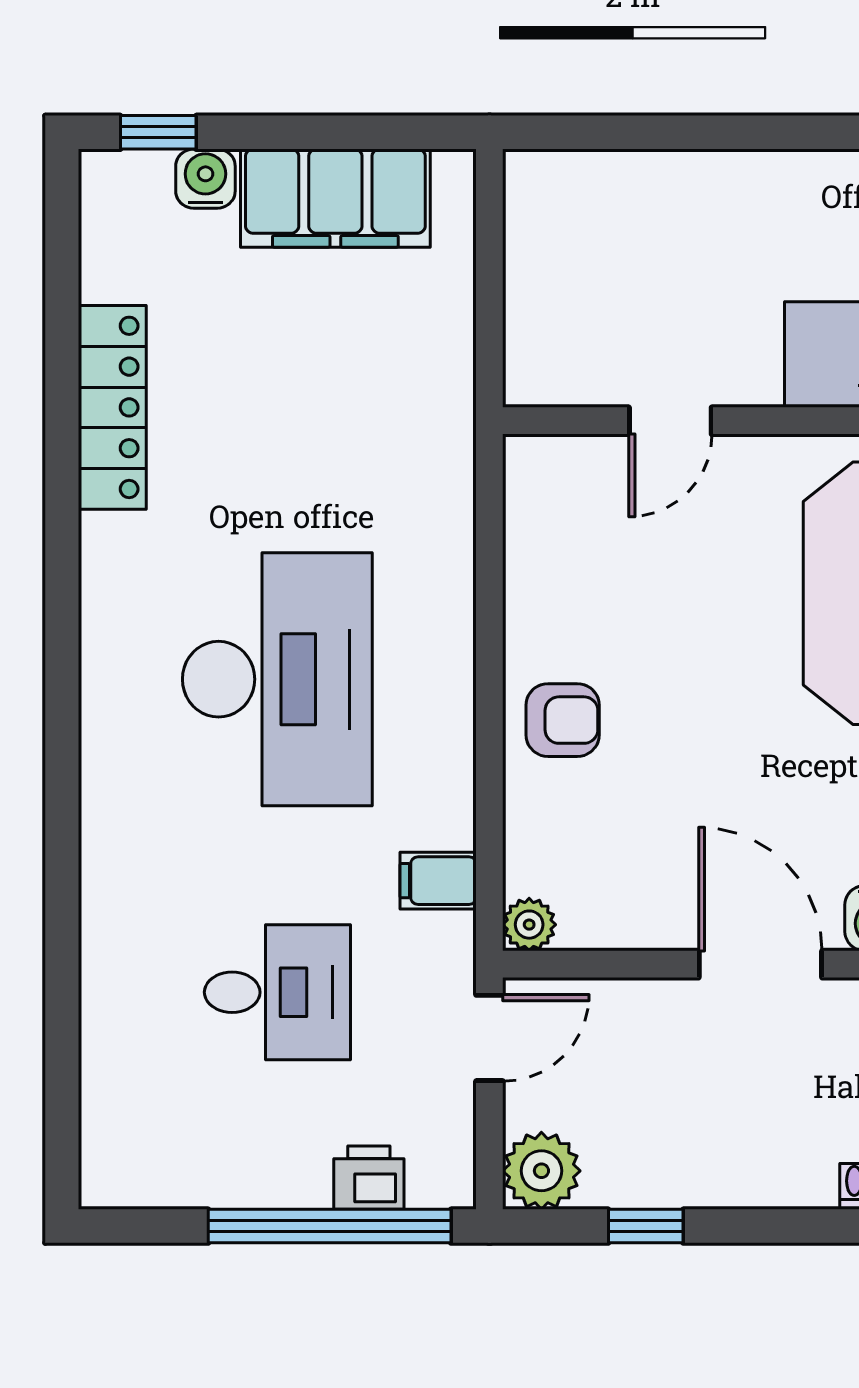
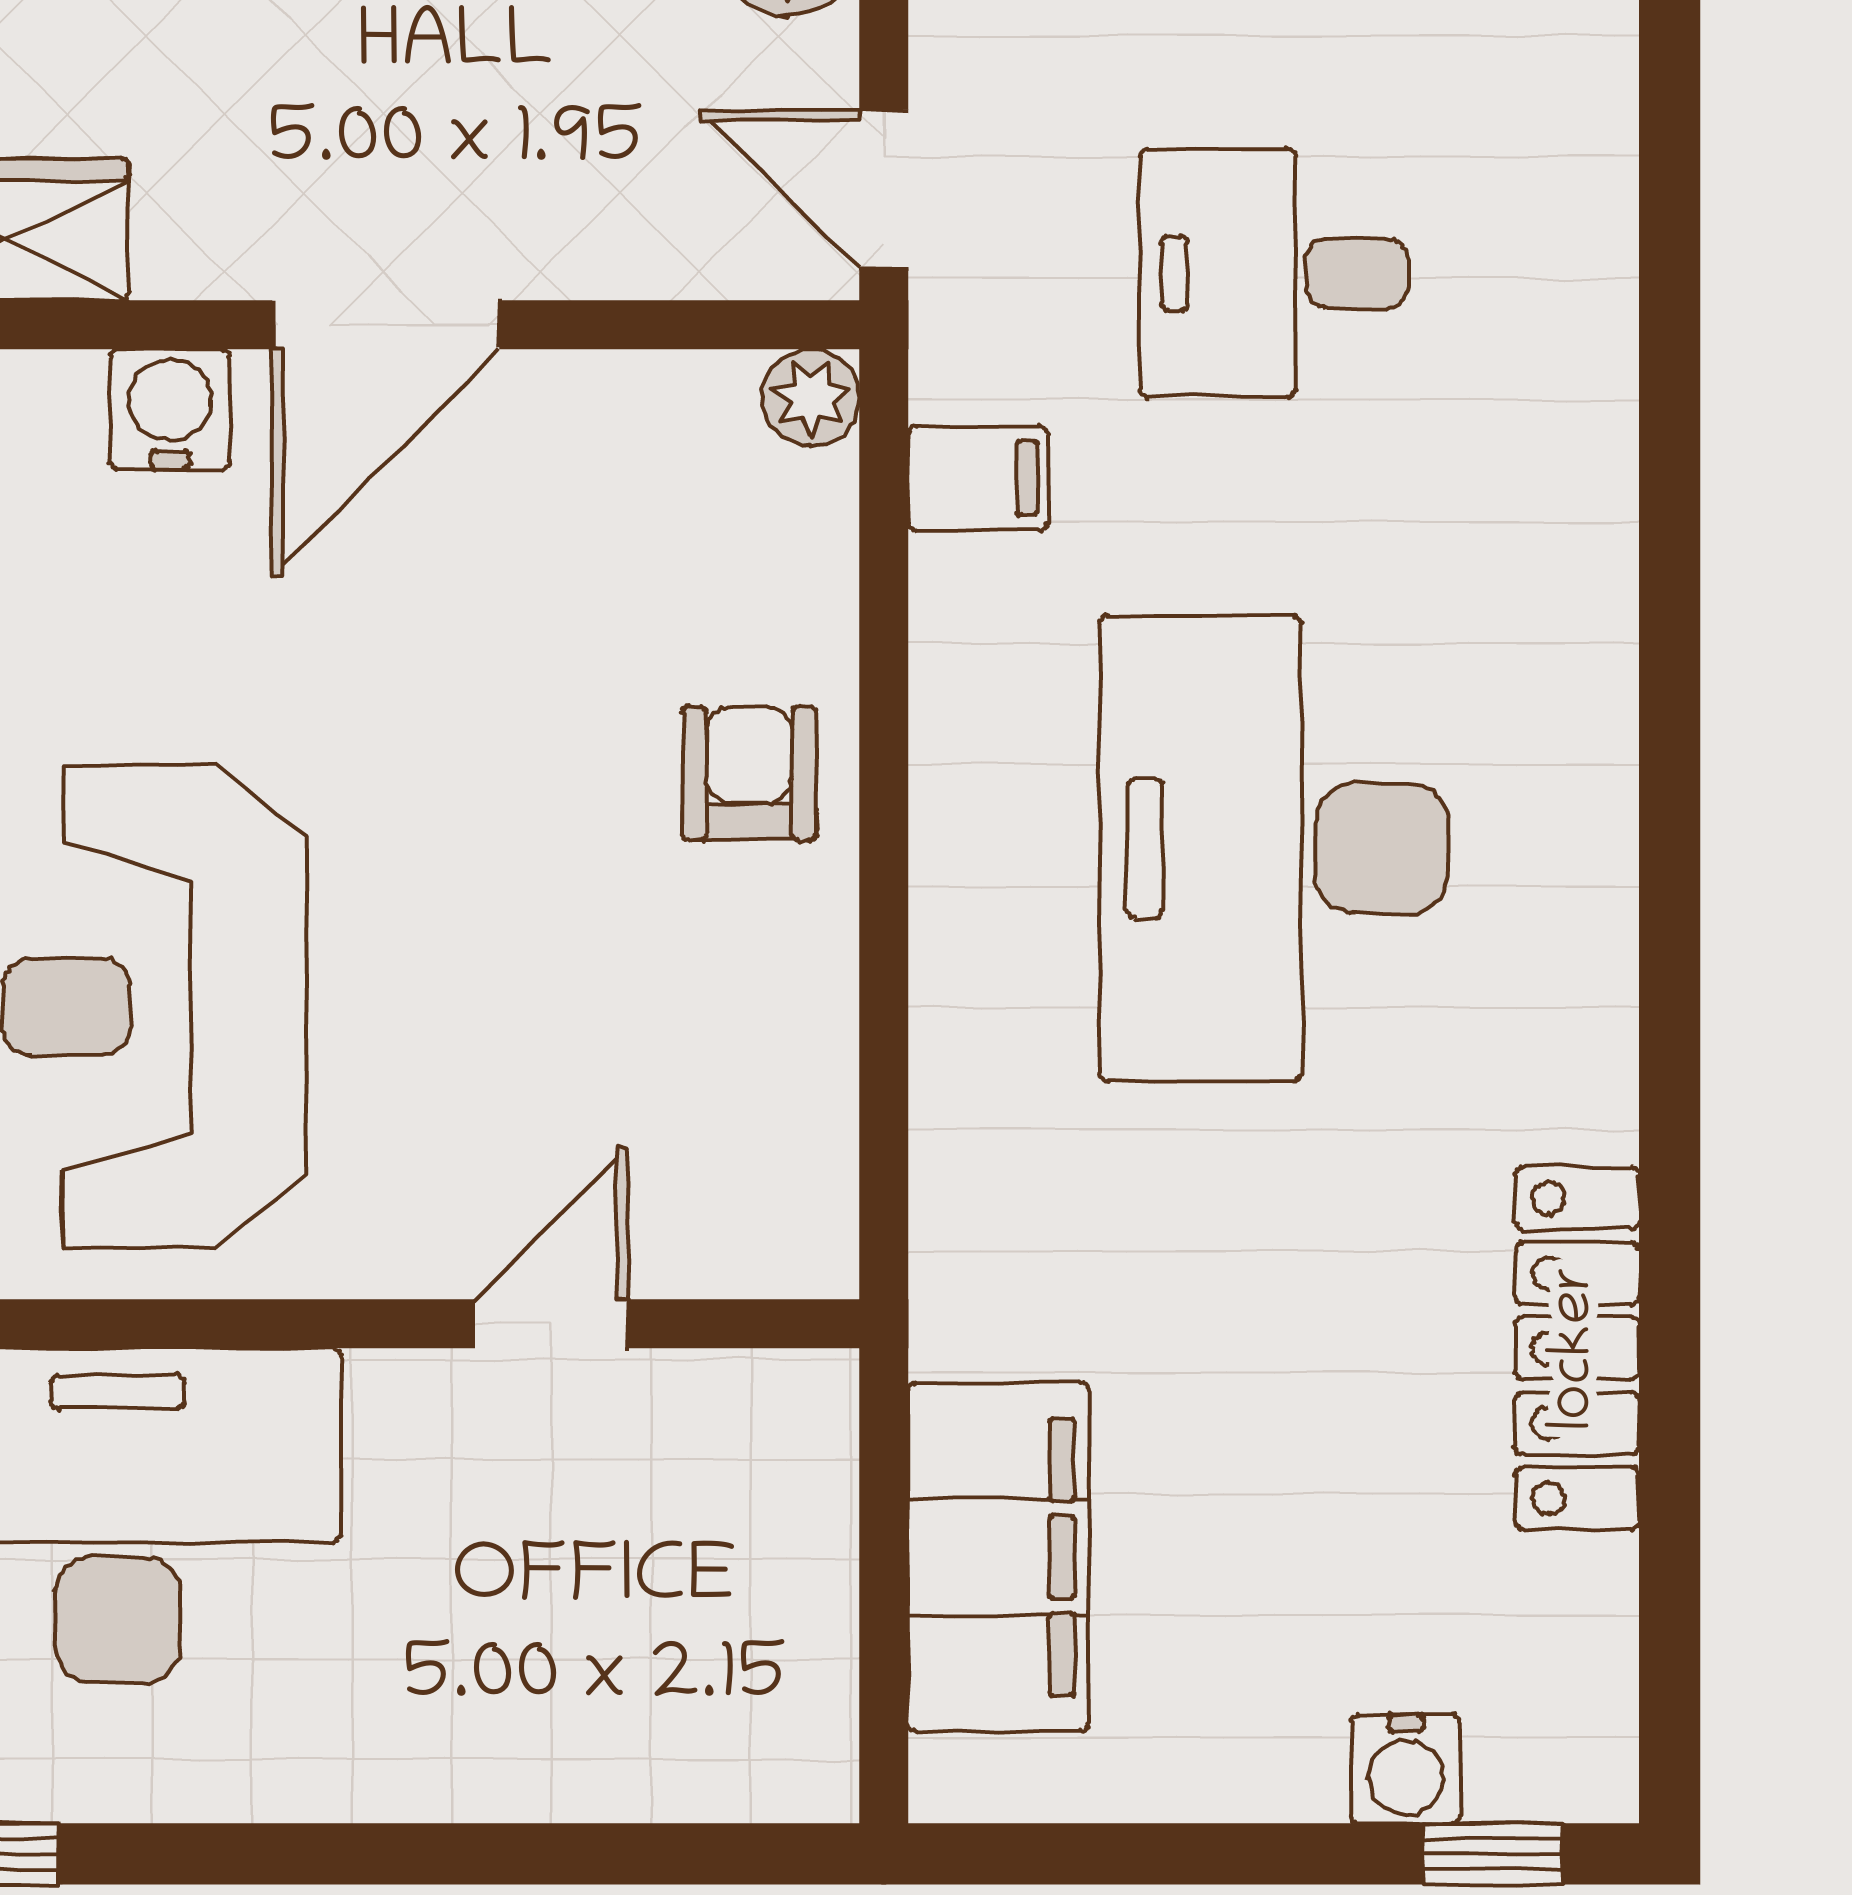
filing cabinet: (335, 198) -> (998, 1557), moved, turned 90
armchair: (563, 720) -> (749, 773), turned 90
door: (760, 964) -> (386, 325), hinge flipped
door: (489, 1038) -> (884, 189), hinge flipped

